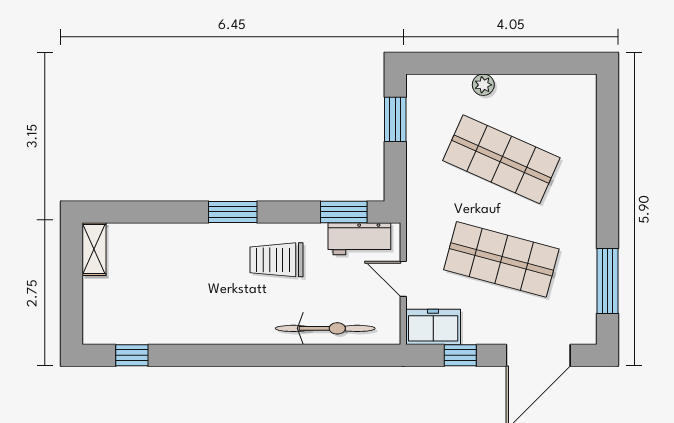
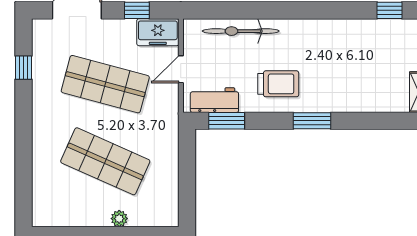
window: (395, 119) -> (187, 192), removed
door: (403, 279) -> (181, 69), swing flipped
window: (608, 281) -> (24, 68), width x0.46

